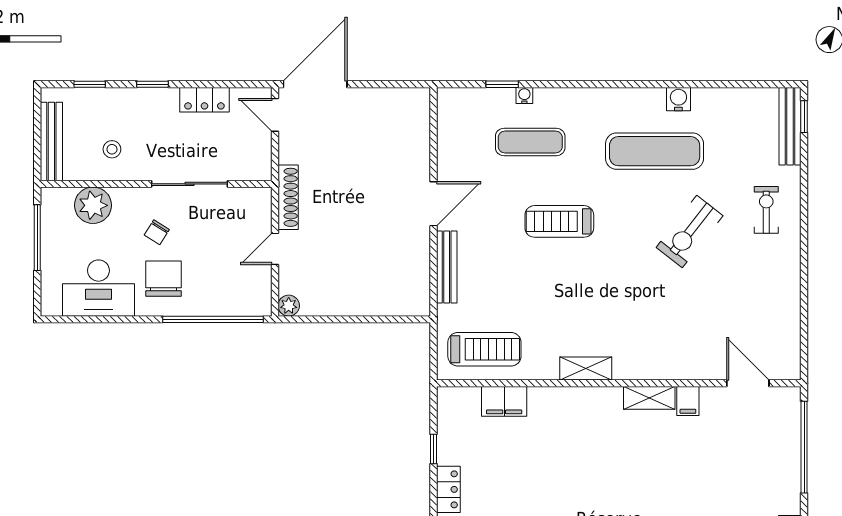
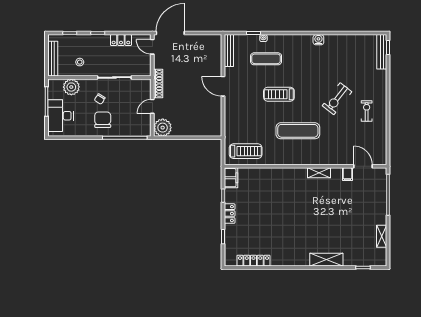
water cooler: (678, 99) -> (318, 40), moved
exercise mat: (655, 151) -> (298, 131), moved
door: (433, 204) -> (223, 86), swing flipped
exercise bike: (766, 210) -> (367, 111), moved
bench: (447, 267) -> (229, 51), moved
desk: (98, 288) -> (60, 116), moved, turned 90
plant: (289, 306) -> (163, 128), width x1.88, depth x1.88
shelving: (586, 368) -> (291, 160), removed
filing cabinet: (504, 401) -> (231, 178), moved, turned -90
filing cabinet: (688, 401) -> (347, 174), moved

